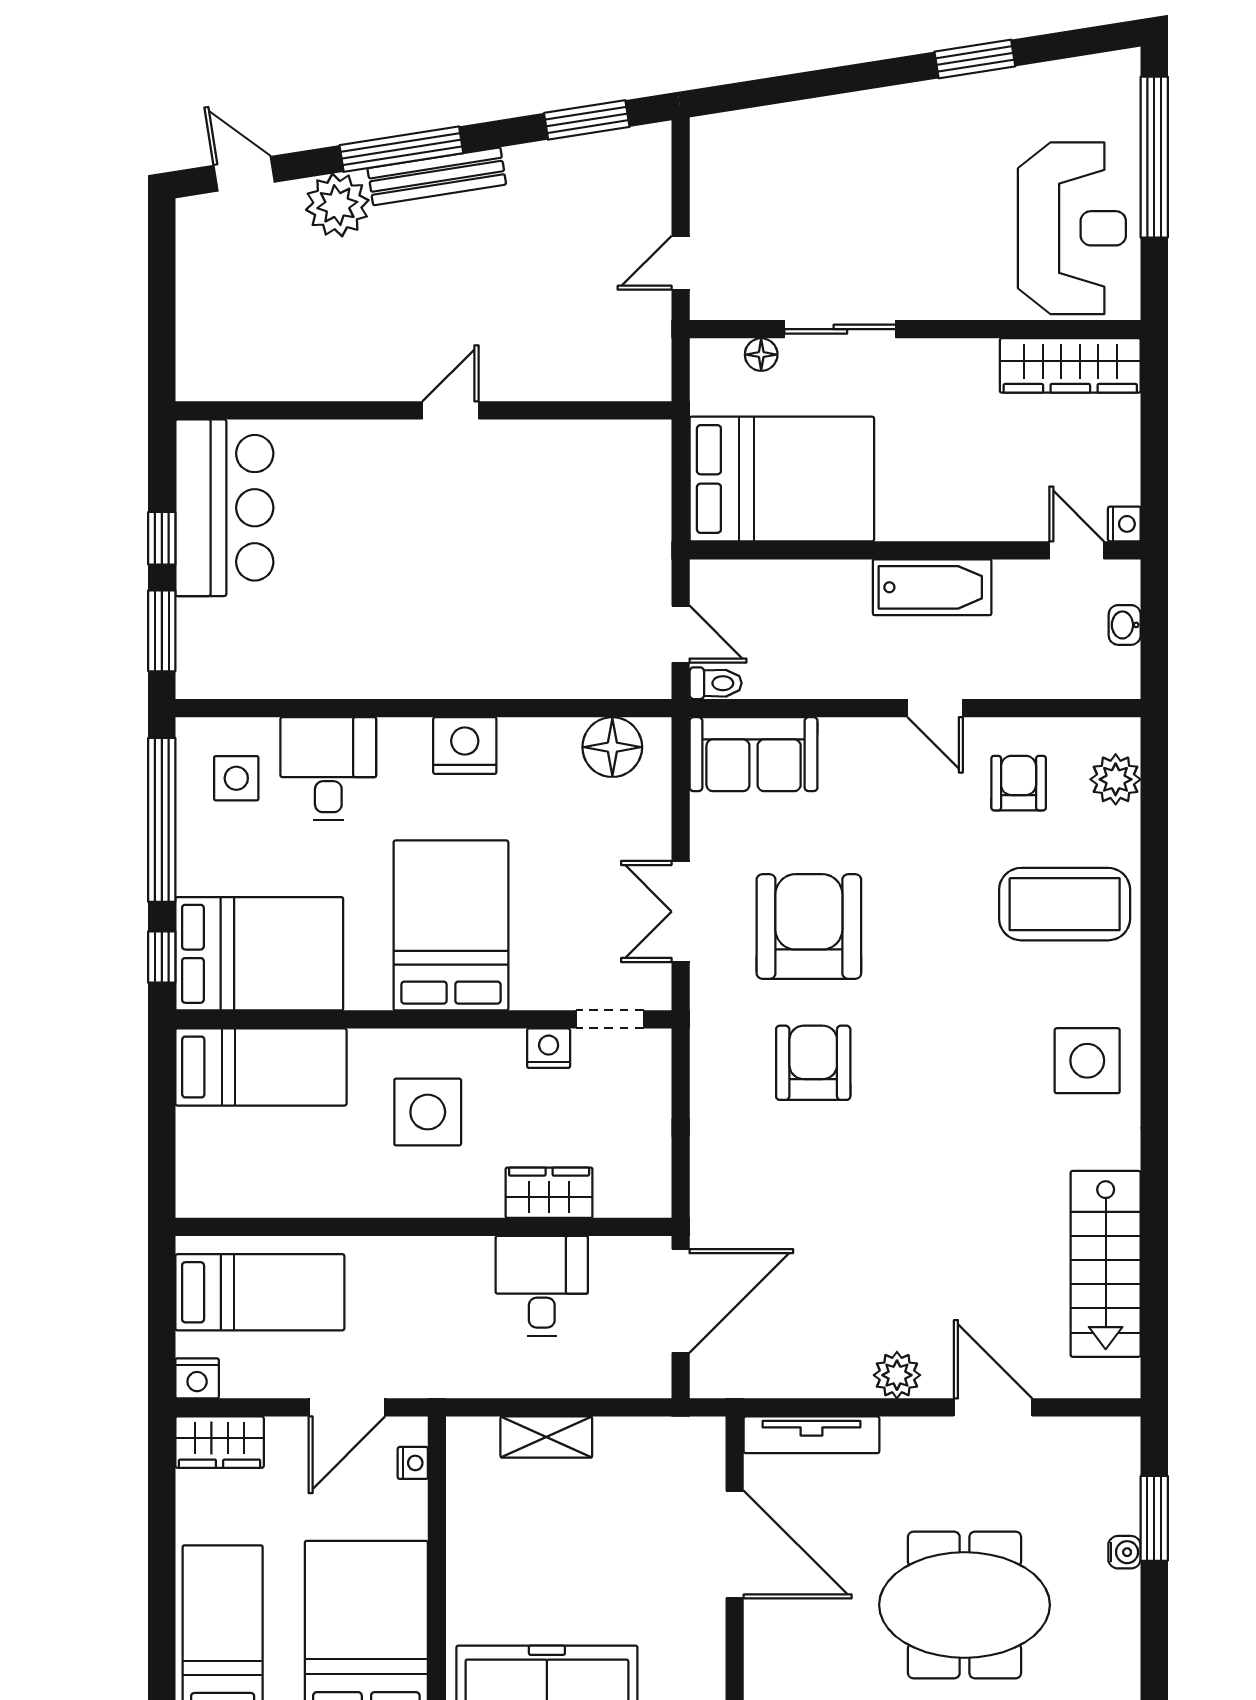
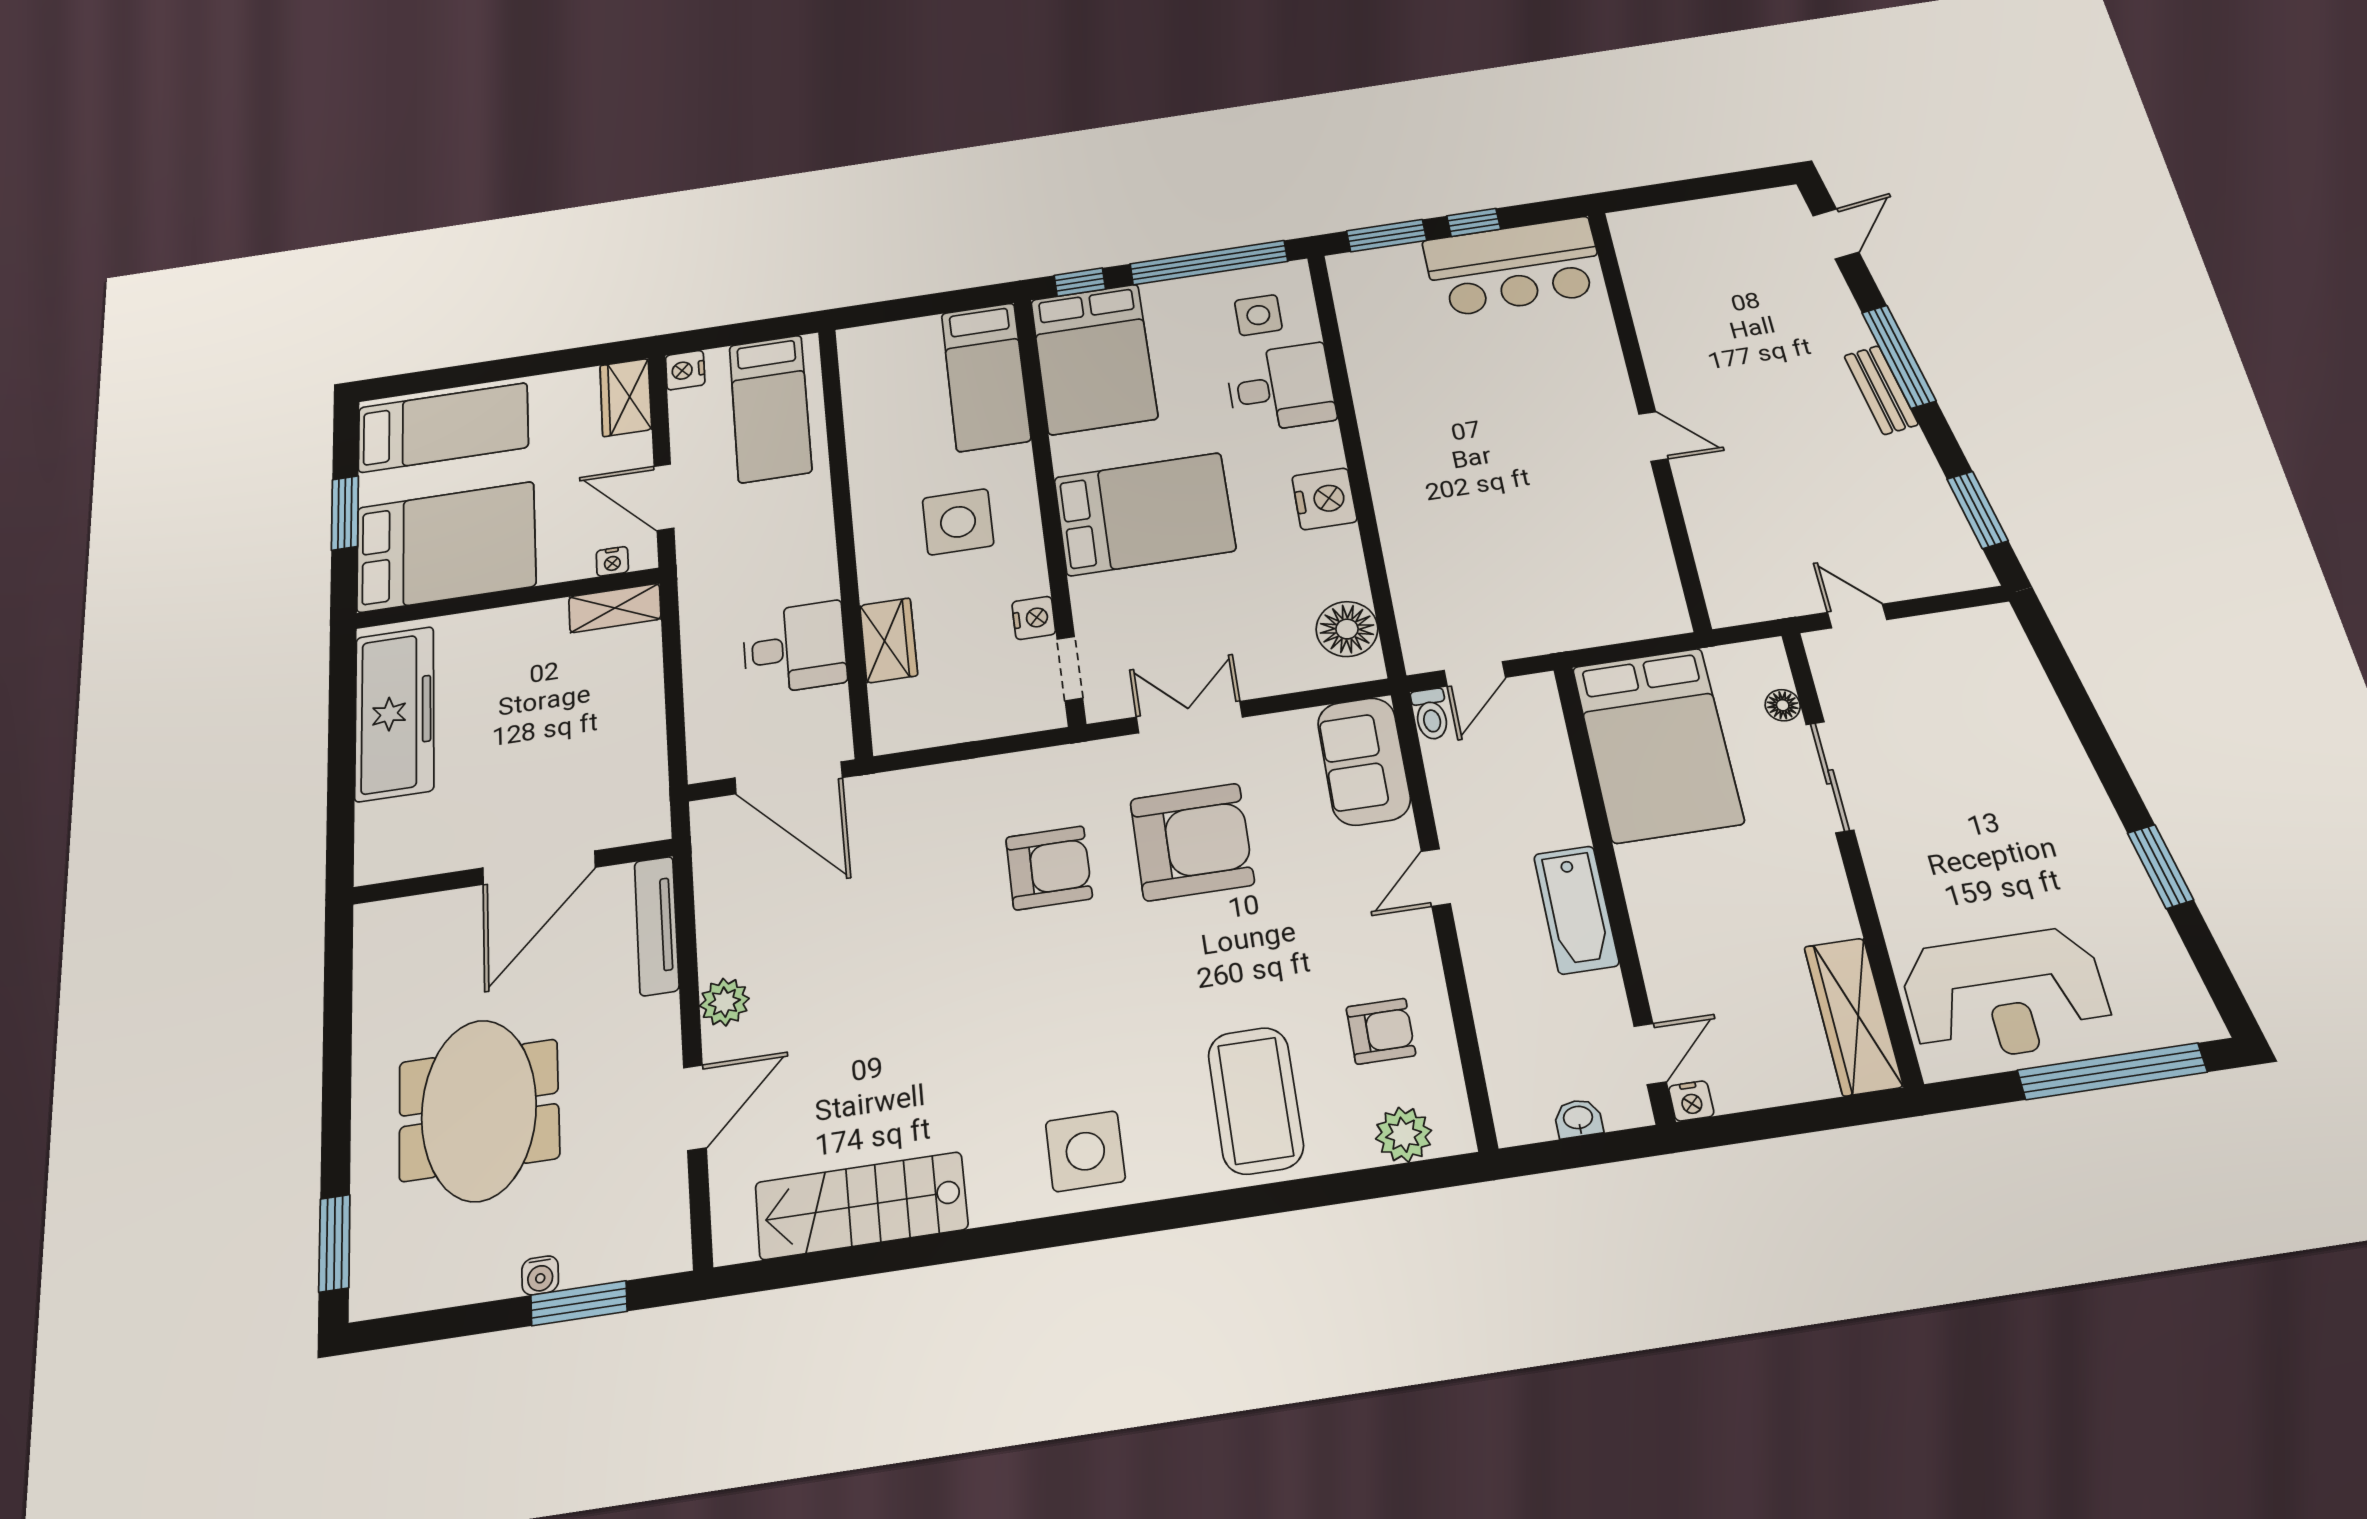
bench: (437, 176) -> (1881, 390), width x0.73
plant: (337, 205) -> (1828, 313), removed
door: (935, 708) -> (1436, 877), moved
shelving: (546, 1437) -> (615, 608), moved, turned 90

